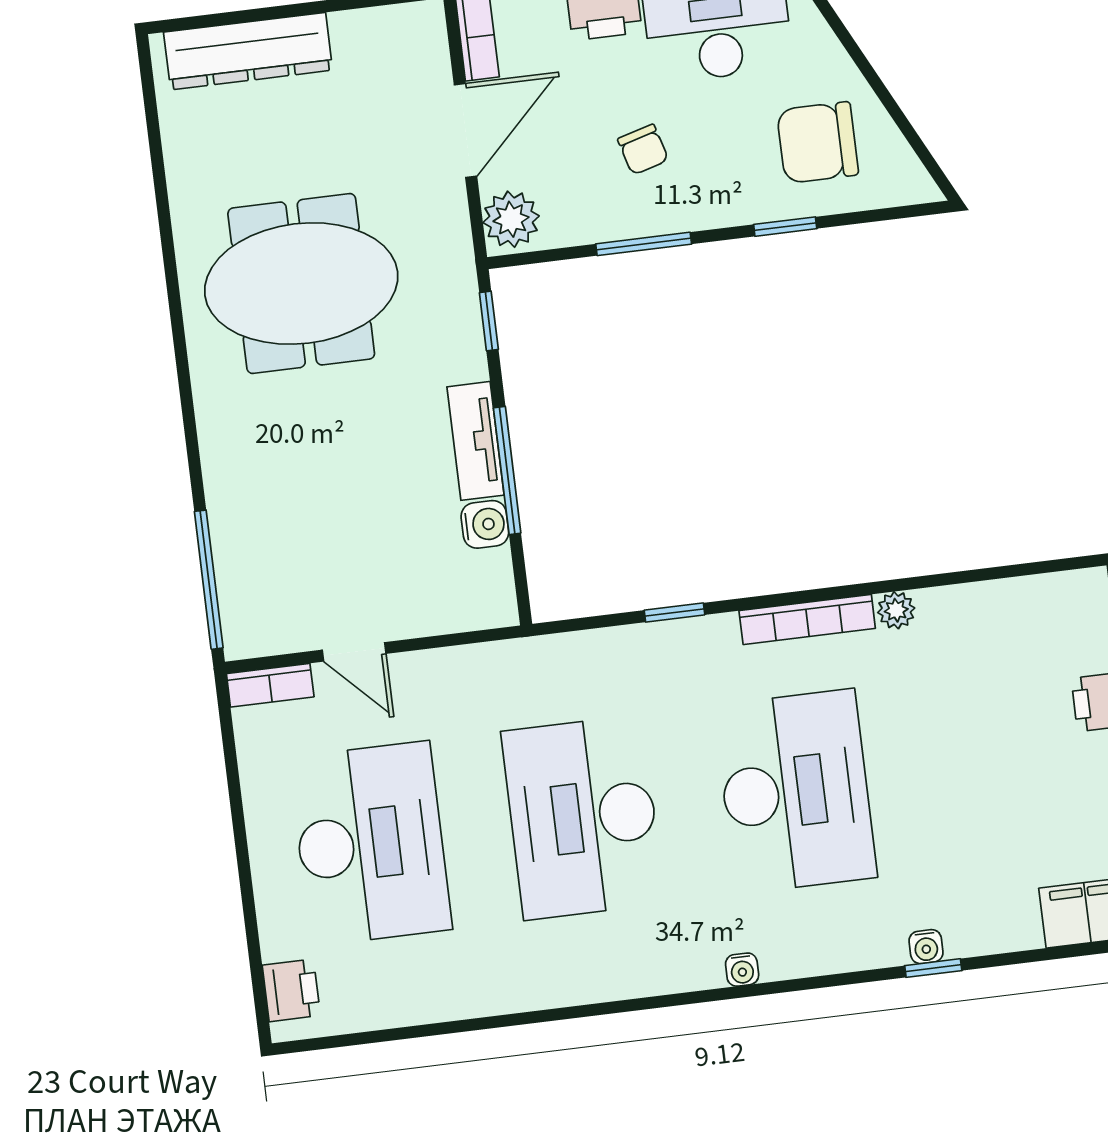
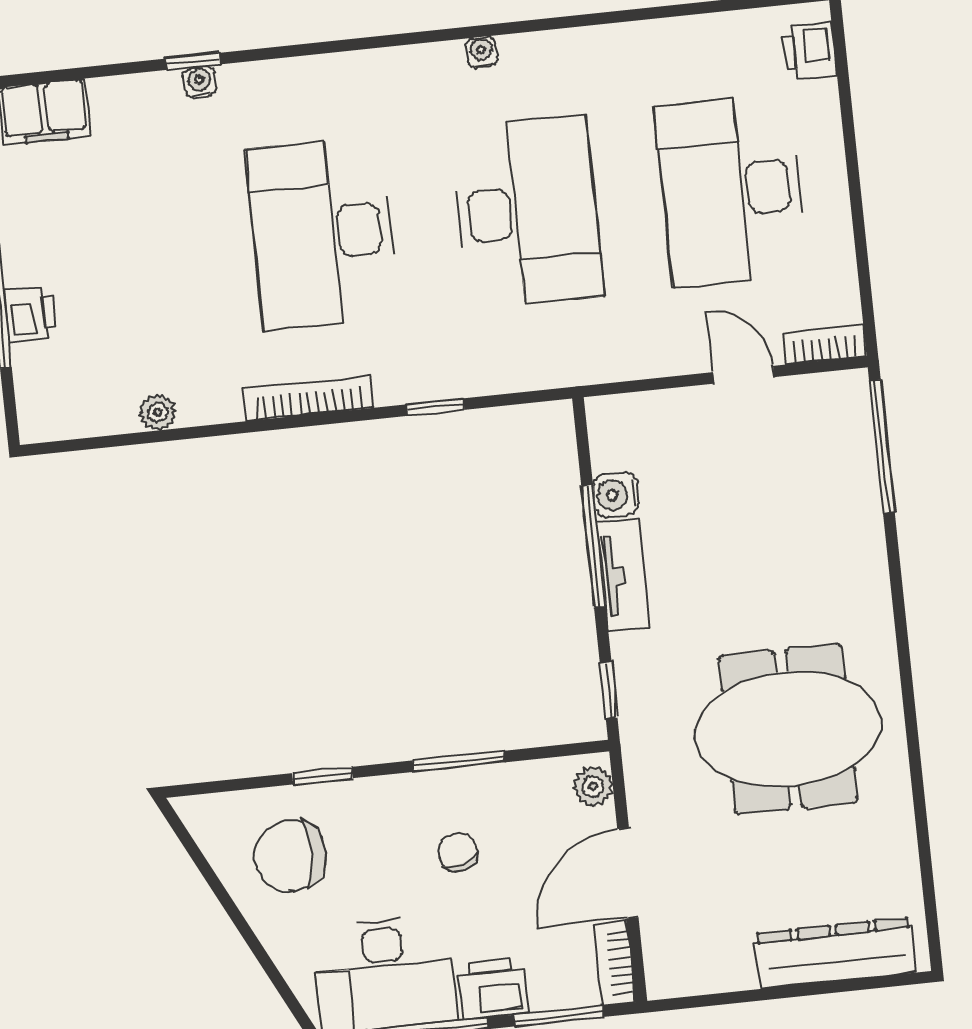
chair: (818, 142) -> (290, 856), turned 180
plant: (511, 219) -> (593, 786), width x0.73, depth x0.73
plant: (896, 610) -> (158, 412), moved
water cooler: (742, 970) -> (481, 52), moved

